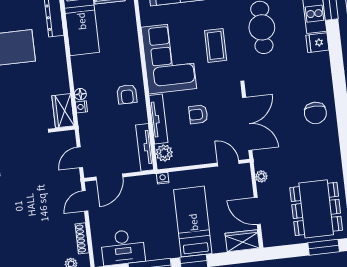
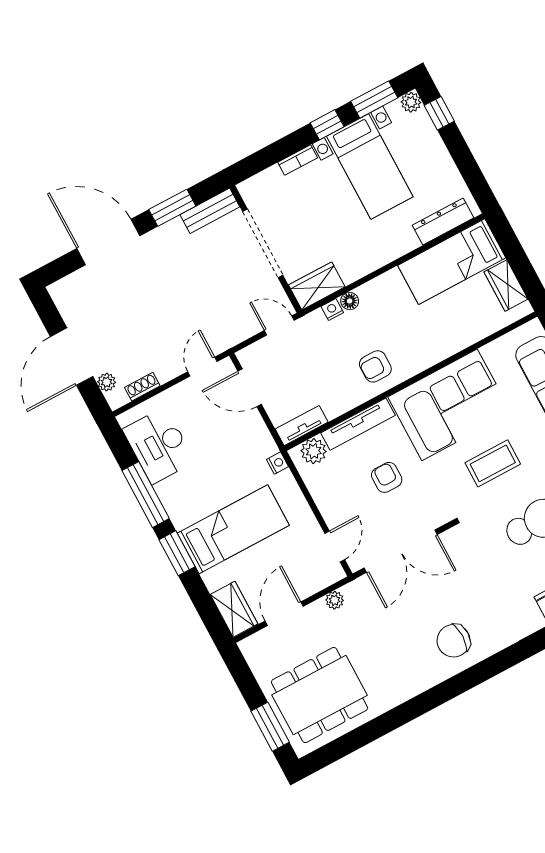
tv unit: (145, 147) -> (302, 426), width x0.71
door: (80, 157) -> (279, 325), moved
door: (85, 201) -> (202, 367), hinge flipped
shoe rack: (82, 238) -> (142, 387), width x0.70

